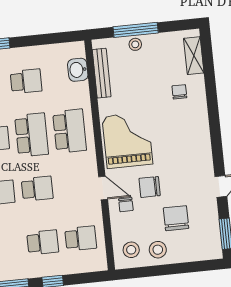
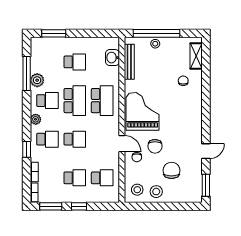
window: (136, 30) -> (157, 33), width x1.46
chair: (150, 187) -> (155, 146), turned -90

